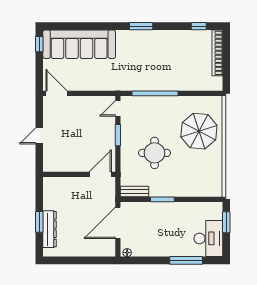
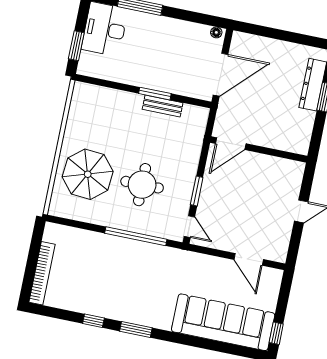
window: (199, 26) -> (93, 321), moved
door: (57, 93) -> (249, 259), moved
door: (118, 108) -> (189, 227), hinge flipped
round table: (155, 153) -> (142, 185), moved
bench: (134, 191) -> (163, 106), moved

